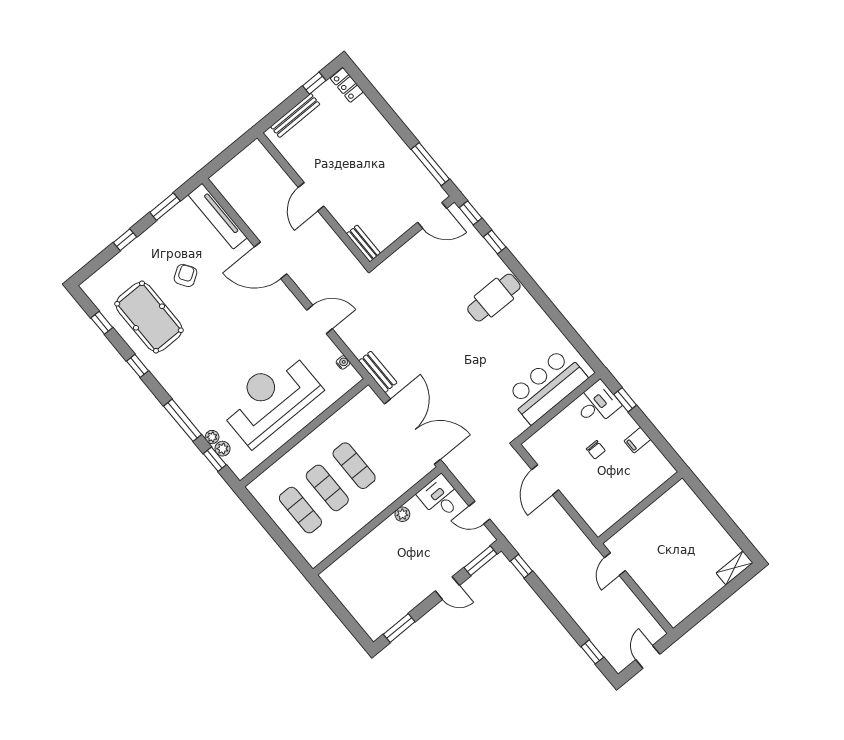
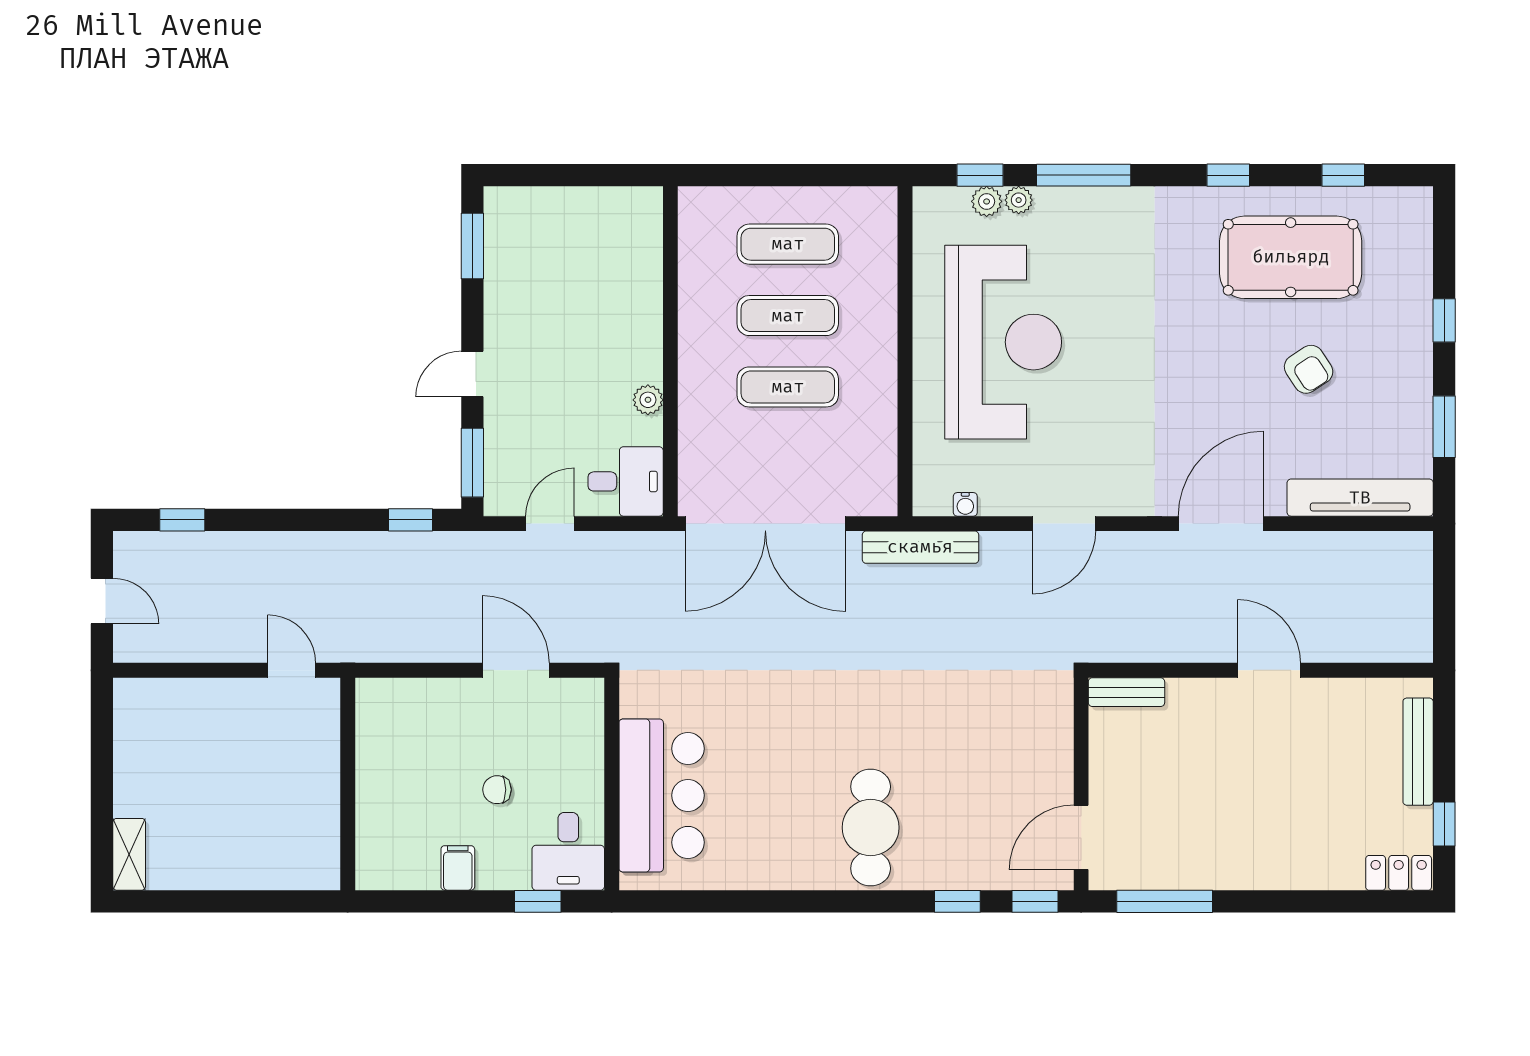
bench: (378, 372) -> (920, 547), width x1.36

